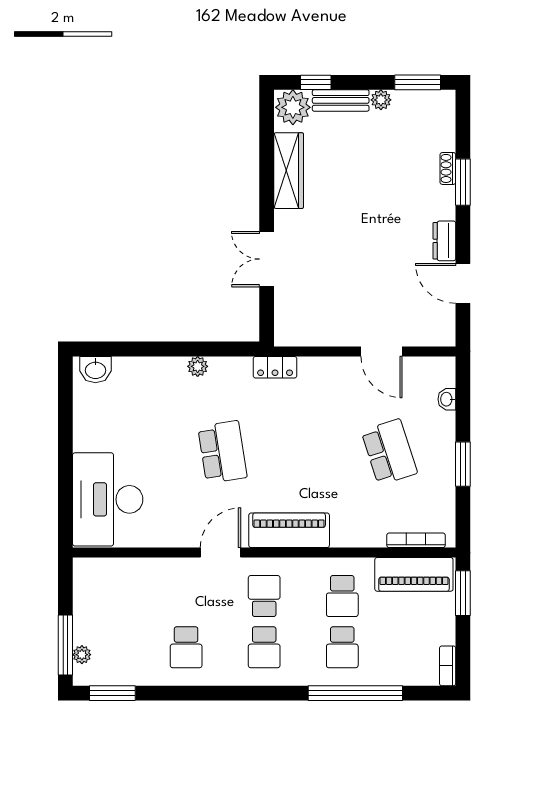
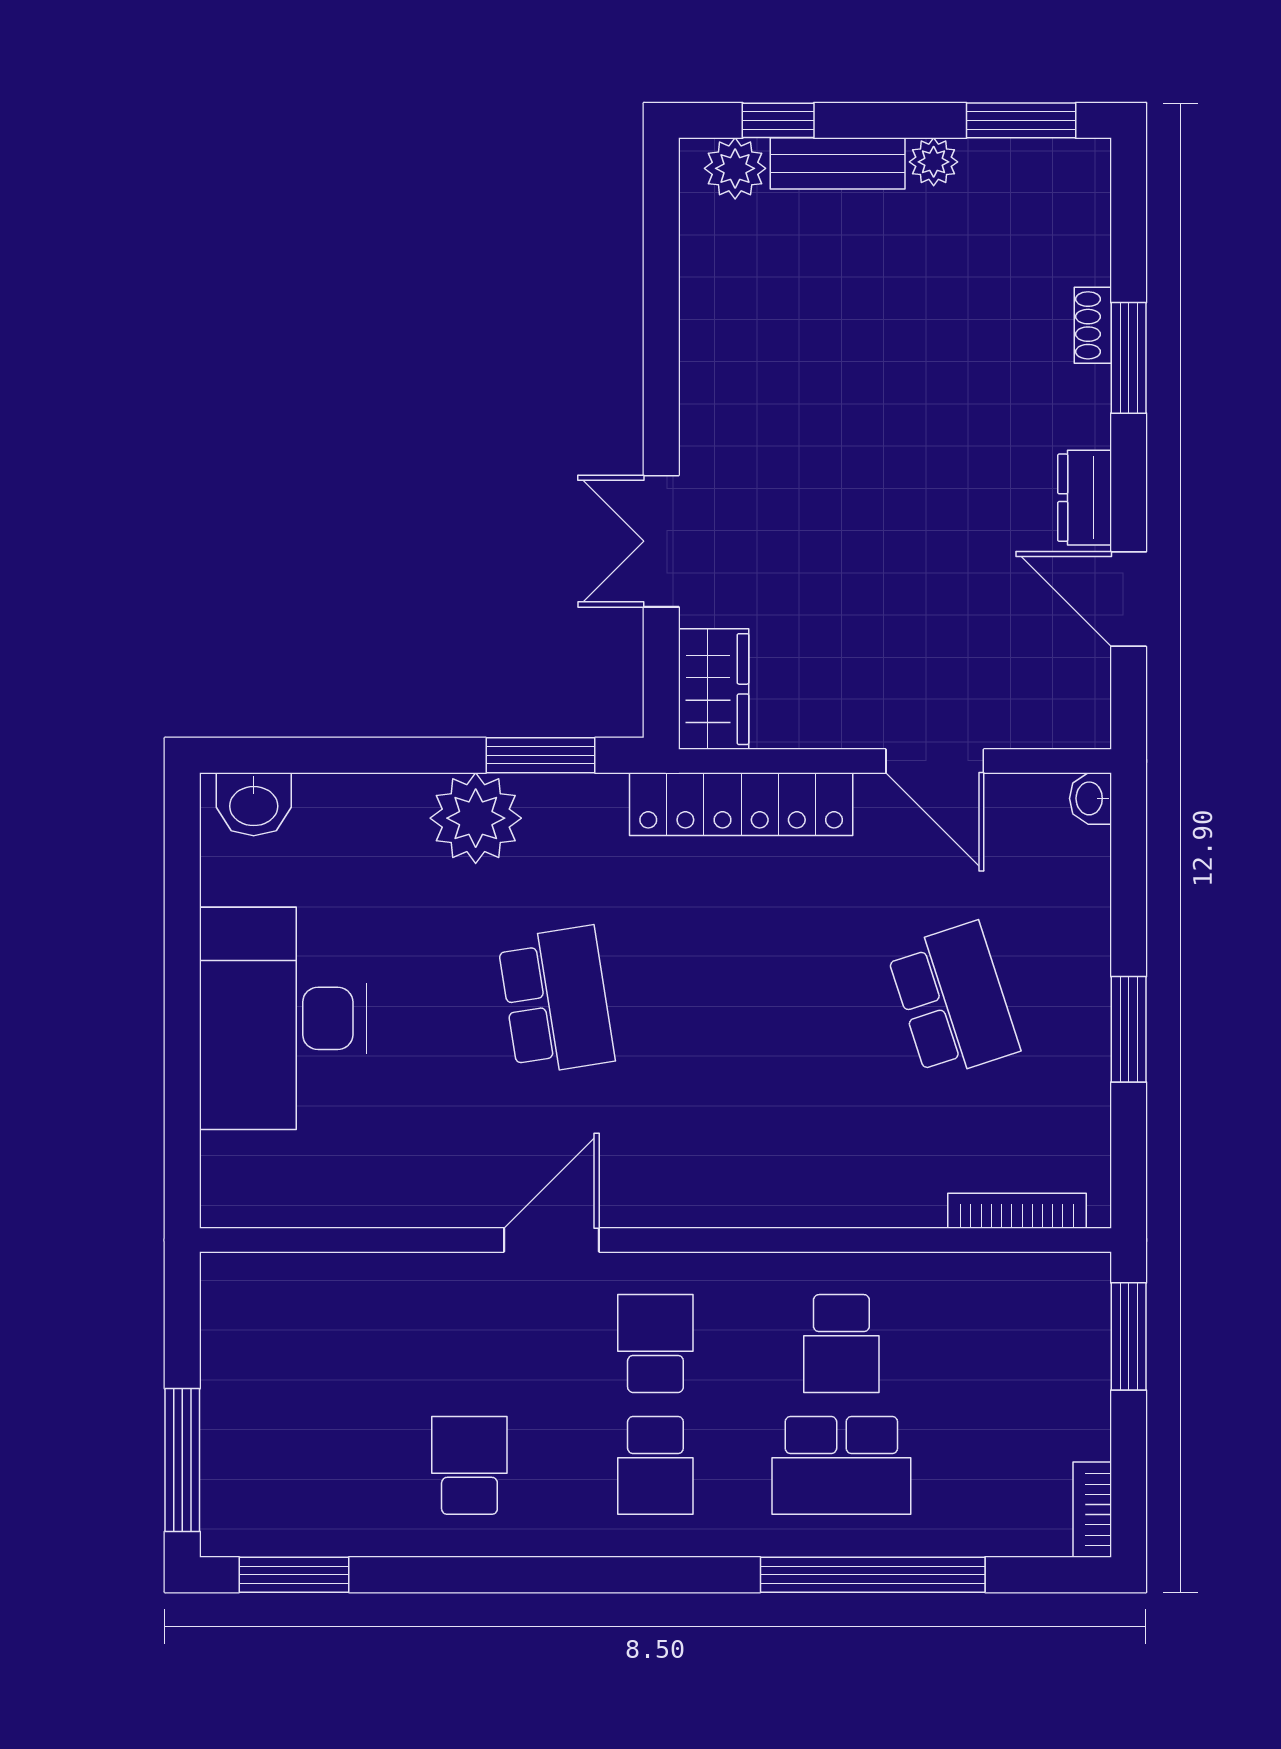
plant: (293, 107) -> (735, 168), width x0.73, depth x0.73
wardrobe: (289, 171) -> (714, 689), moved, width x0.67
window: (216, 349) -> (540, 755), added
plant: (198, 366) -> (476, 818), width x1.87, depth x1.87
locker: (275, 367) -> (741, 804), width x2.16, depth x1.21
washbasin: (447, 399) -> (1090, 798), moved
desk: (108, 499) -> (283, 1018), moved
piano: (289, 530) -> (715, 1187), removed
piano: (414, 574) -> (1012, 1292), removed
school desk: (186, 647) -> (469, 1465), turned 180
school desk: (342, 647) -> (841, 1465), width x1.85
plant: (82, 655) -> (221, 1483), removed

